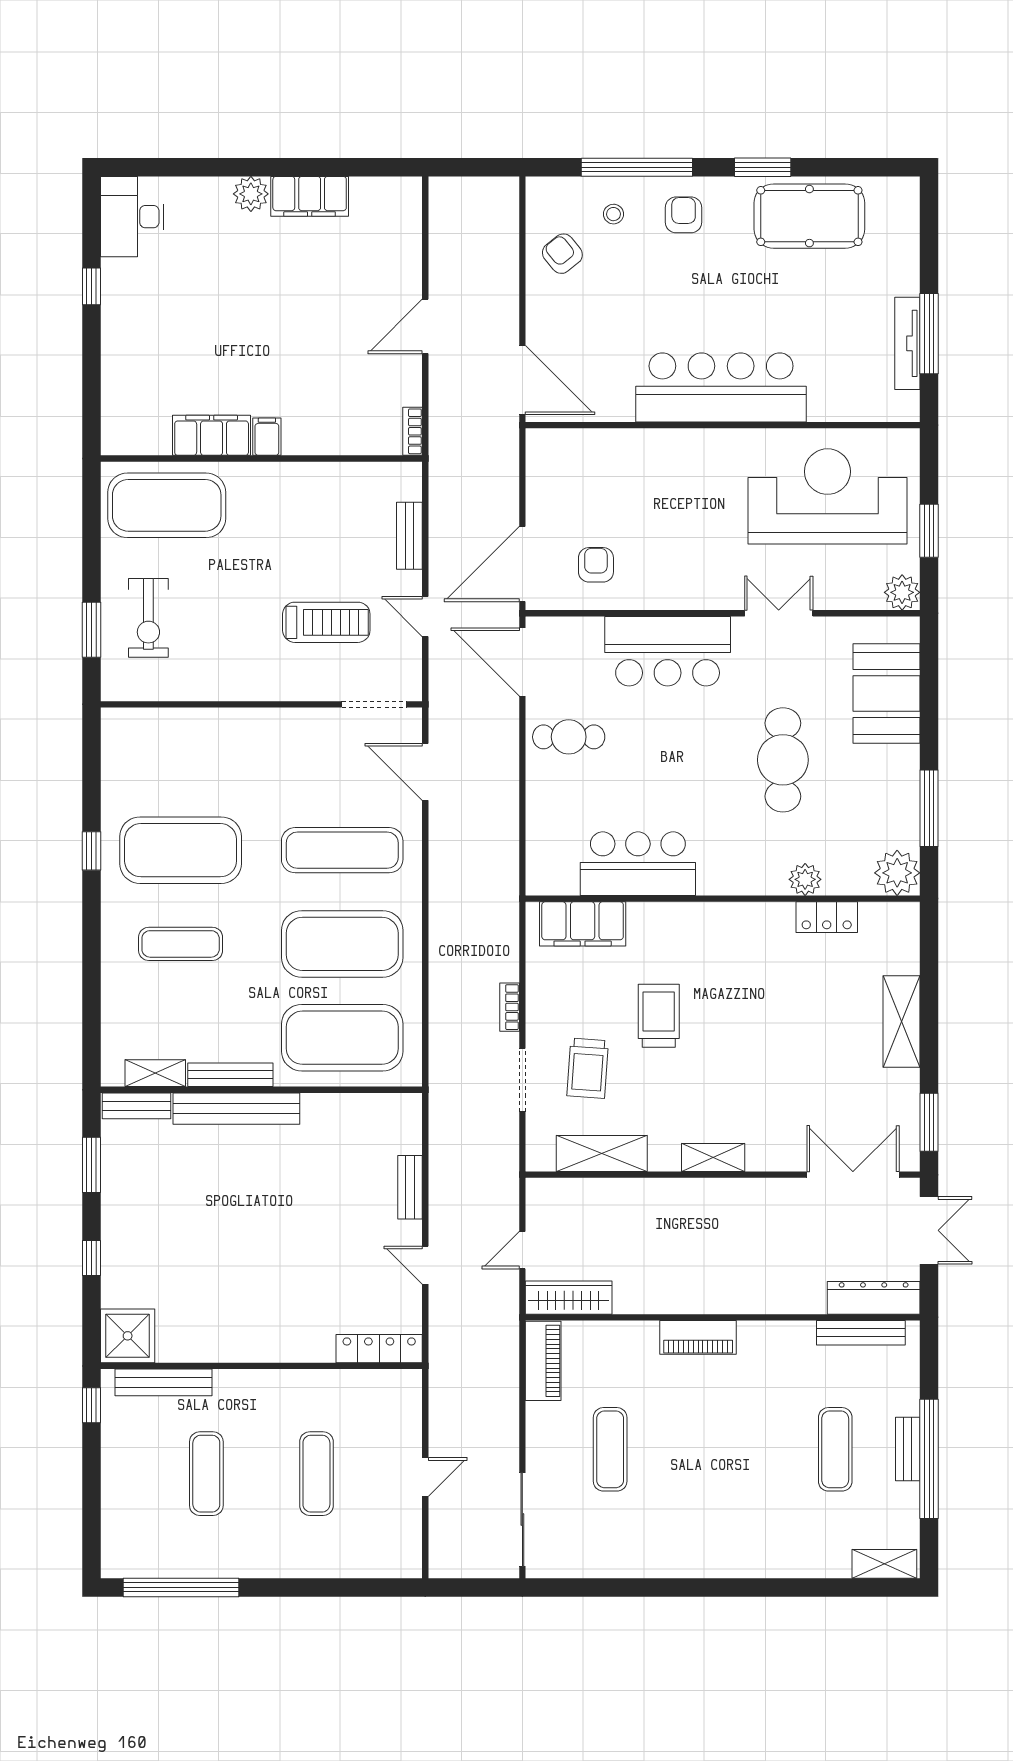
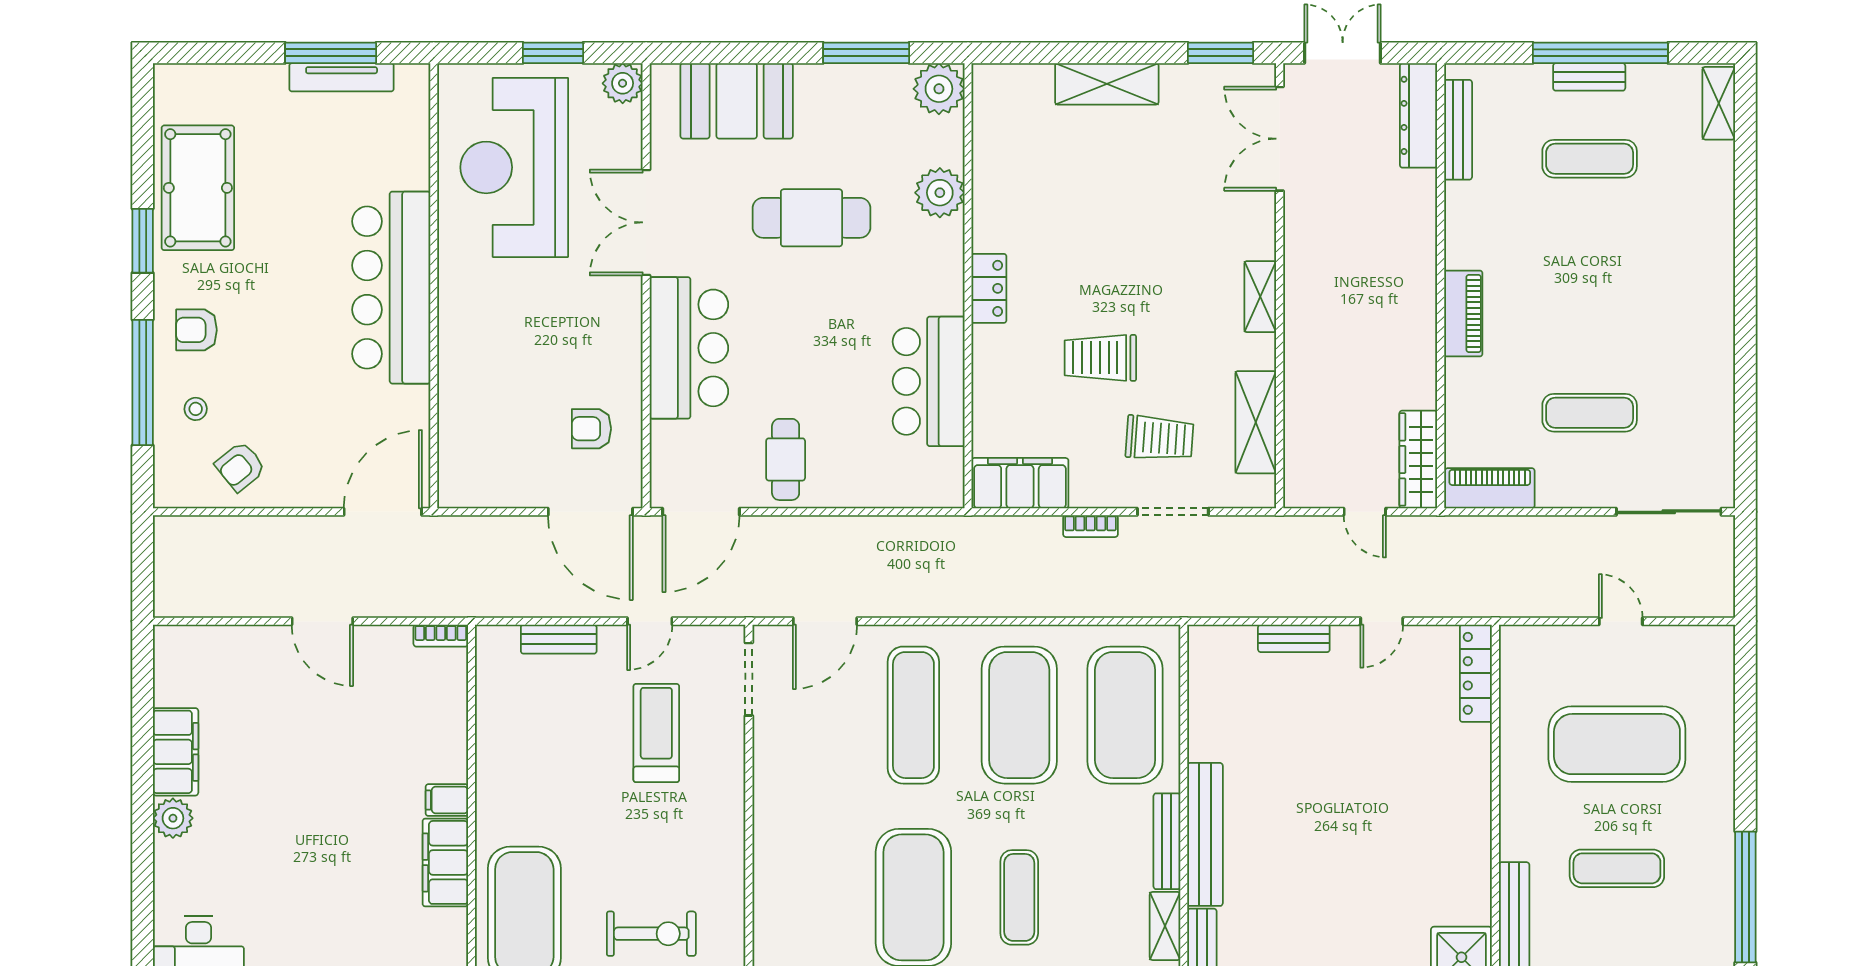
double door: (779, 613) -> (646, 222), width x1.37
plant: (805, 879) -> (940, 193), width x1.36, depth x1.36
locker: (827, 917) -> (989, 288), moved
filing cabinet: (583, 924) -> (1020, 483), moved, turned -90
exercise mat: (316, 1474) -> (1617, 744), width x2.00, depth x1.45

